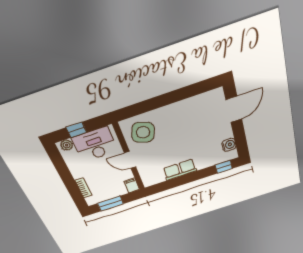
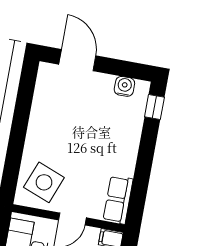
row of seats: (180, 170) -> (118, 200), moved

